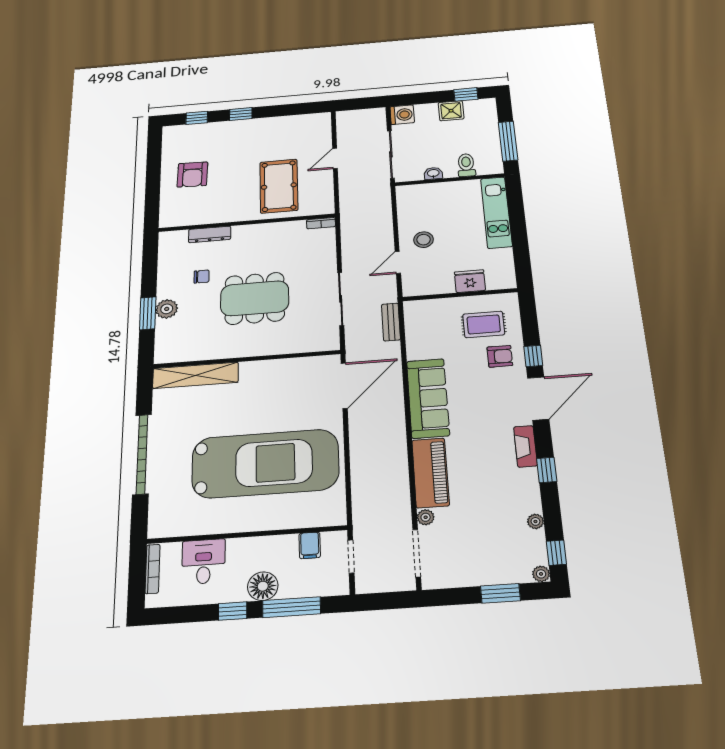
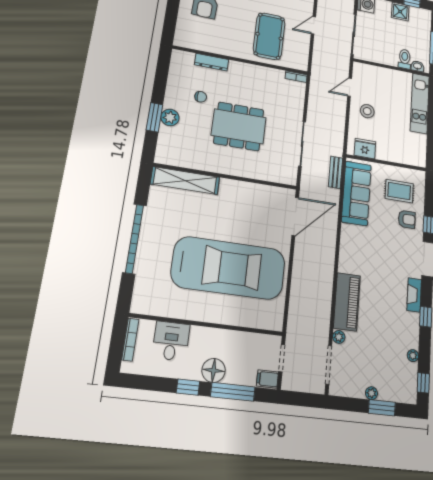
washbasin: (433, 173) -> (417, 66), moved
door: (398, 262) -> (350, 87), moved
fridge: (470, 281) -> (365, 148), moved
sofa: (428, 398) -> (356, 193), moved
filing cabinet: (310, 545) -> (267, 379), moved, turned 90
plant: (541, 574) -> (371, 393), moved

